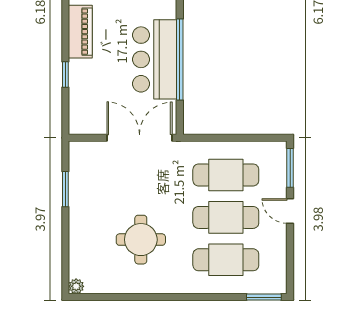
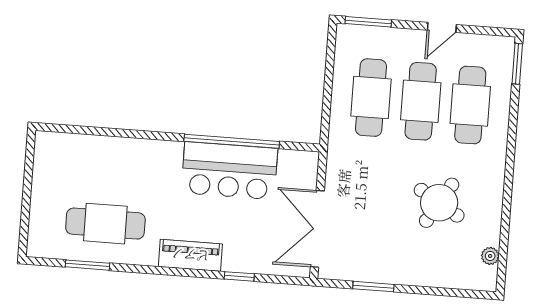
double door: (140, 138) -> (317, 229), moved
door: (290, 211) -> (442, 27), moved
round table: (141, 240) -> (439, 203), turned 31
plant: (76, 286) -> (490, 256), moved

